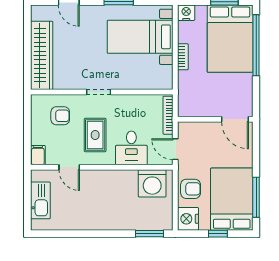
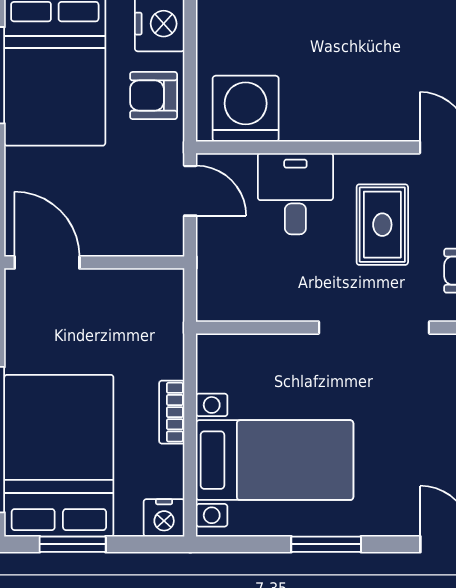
doorway: (99, 92) -> (374, 328), width x1.88
bookcase: (168, 115) -> (208, 272), removed

